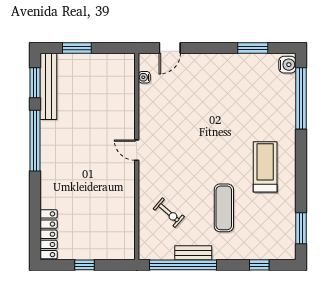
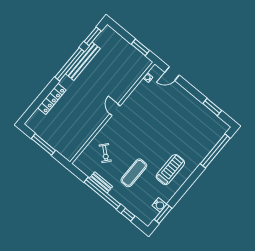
window: (77, 48) -> (140, 47), moved
water cooler: (287, 65) -> (159, 205), moved
bench: (48, 86) -> (83, 61), moved
locker: (49, 234) -> (52, 99), moved
window: (85, 265) -> (43, 144), width x2.17
window: (183, 265) -> (102, 193), moved

